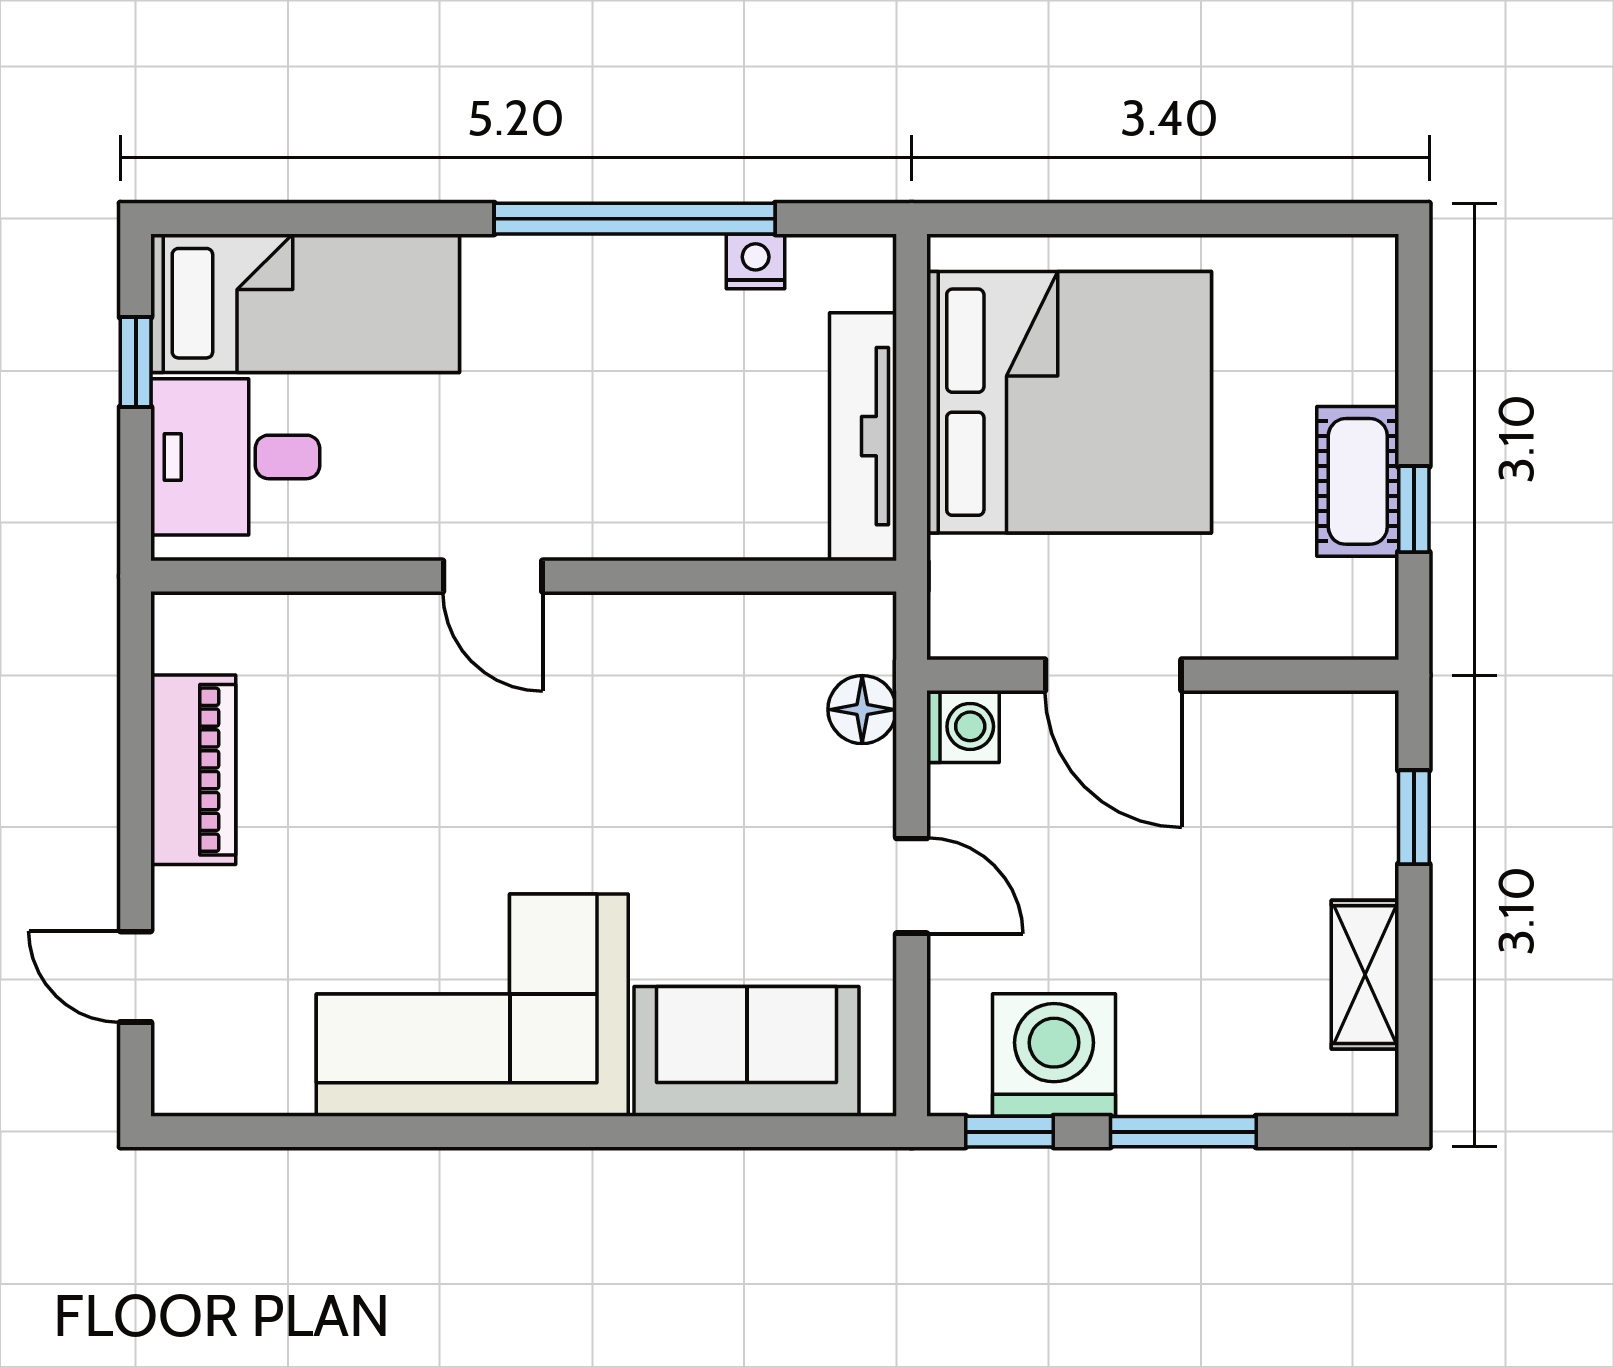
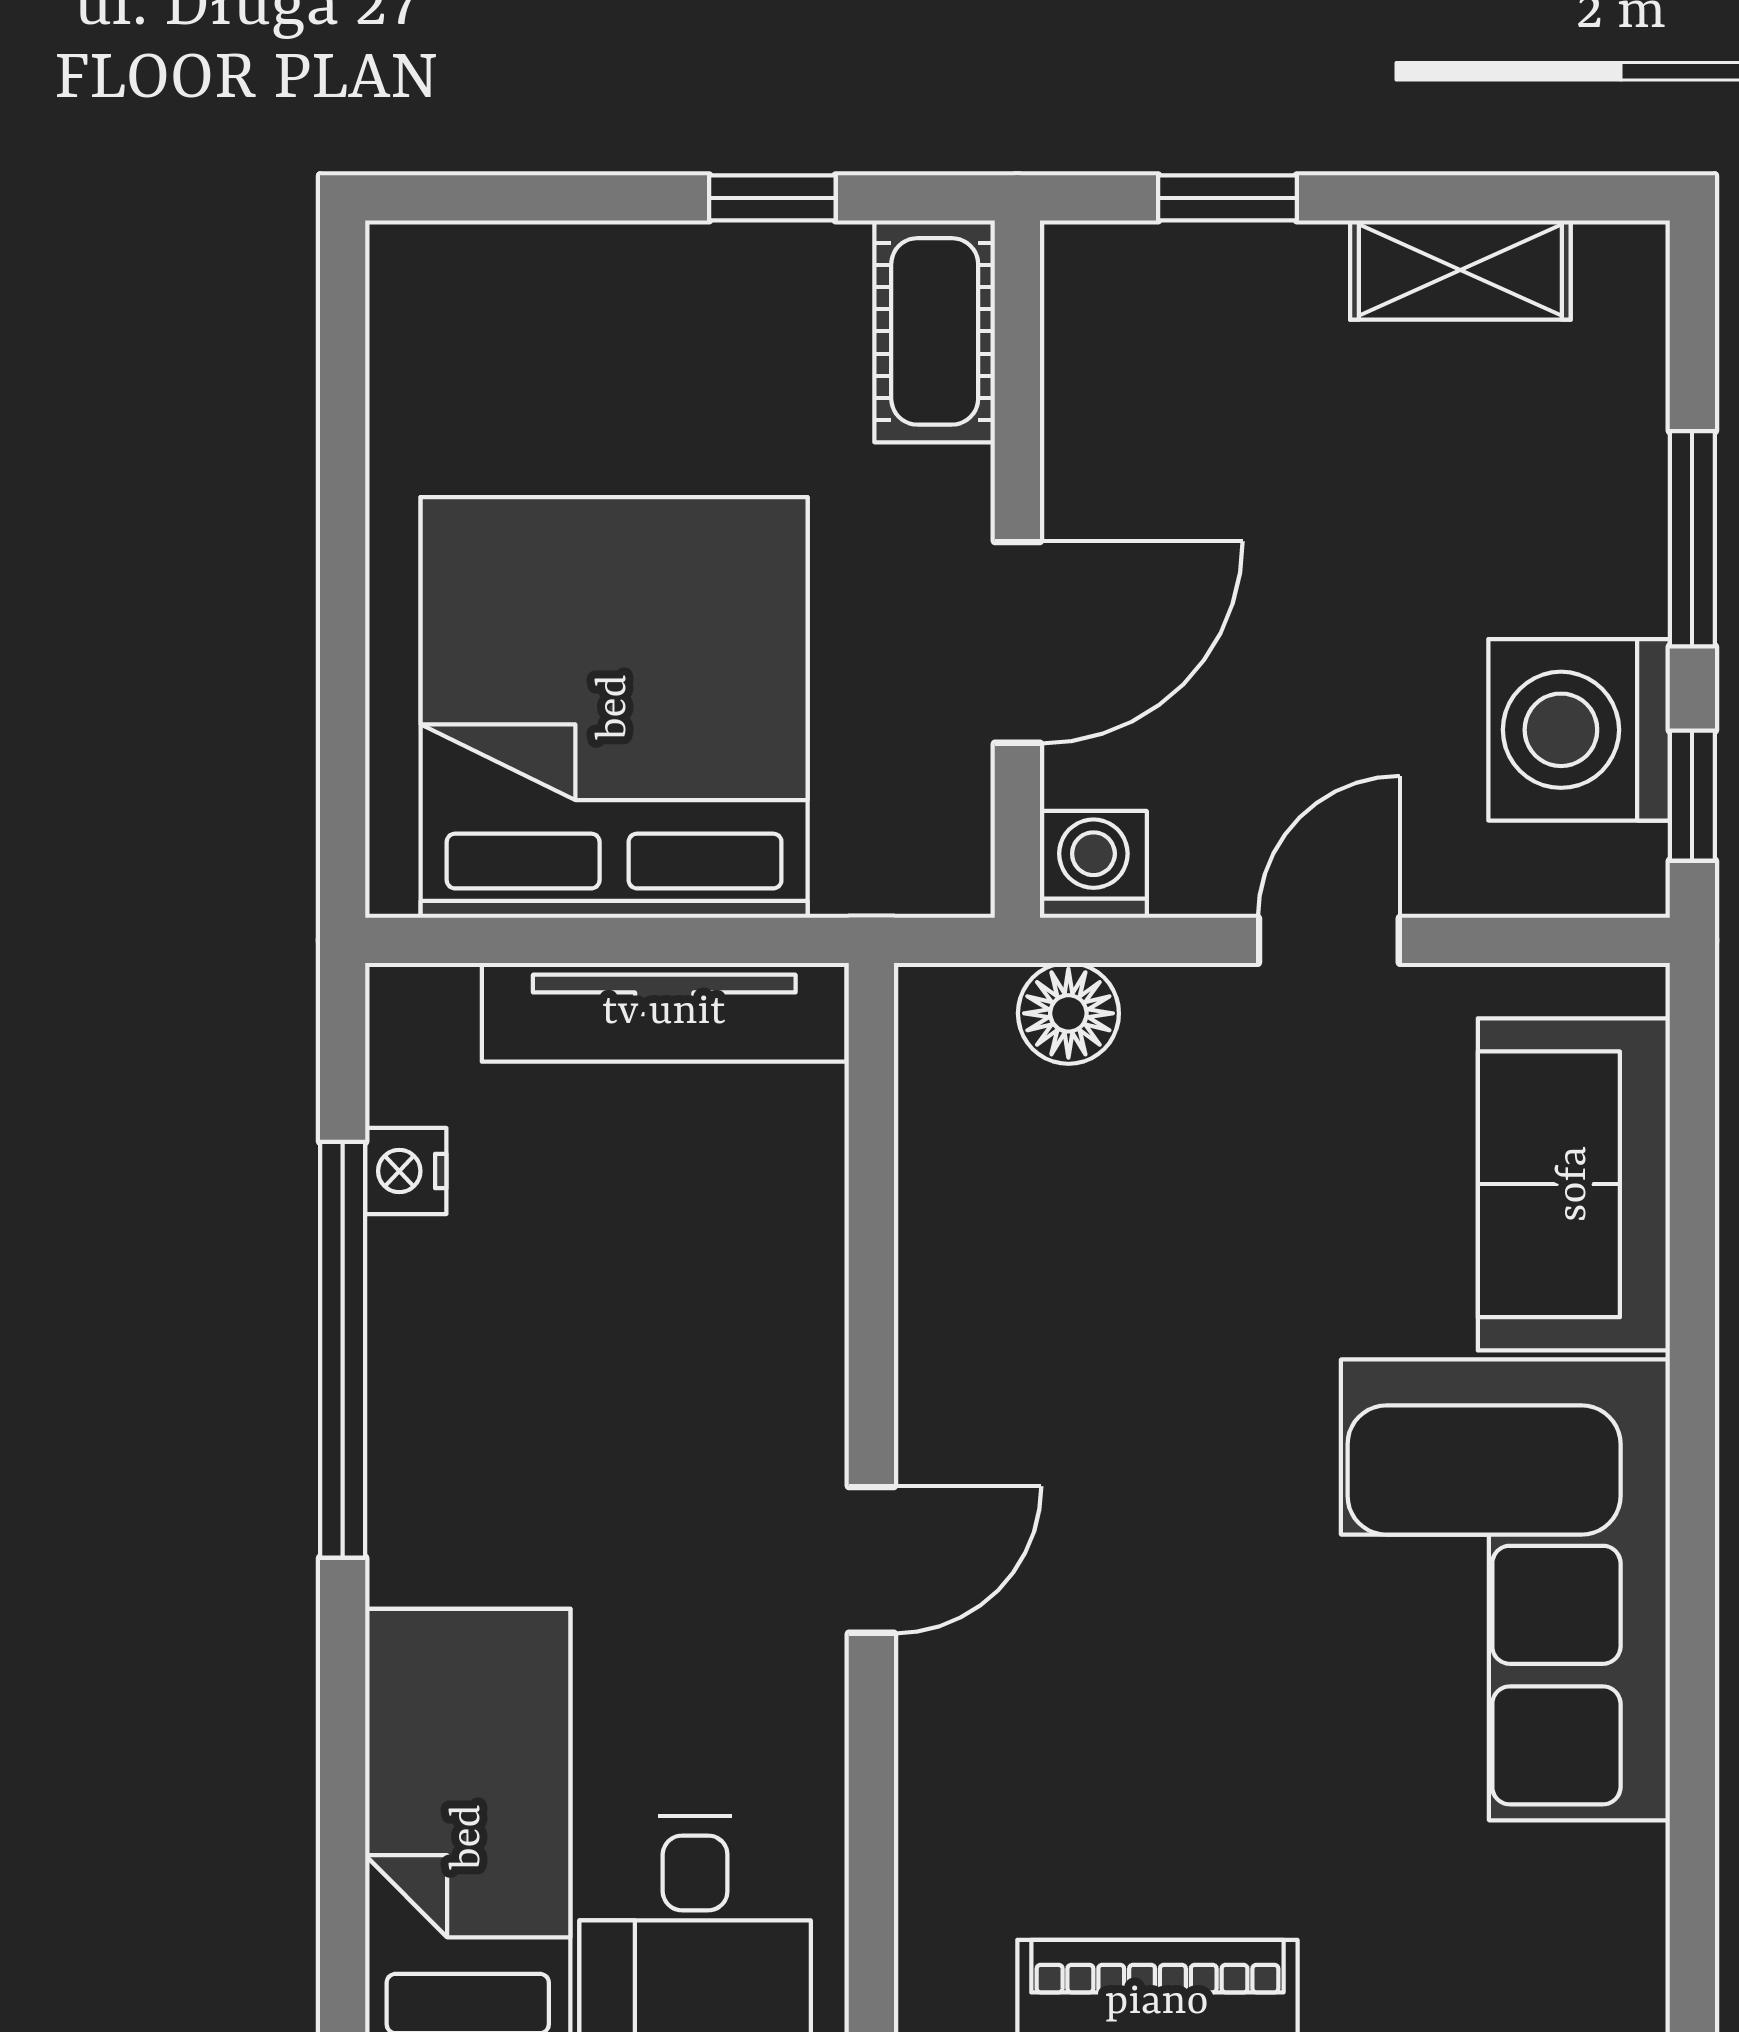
cot: (1358, 481) -> (935, 331), moved, turned 90

